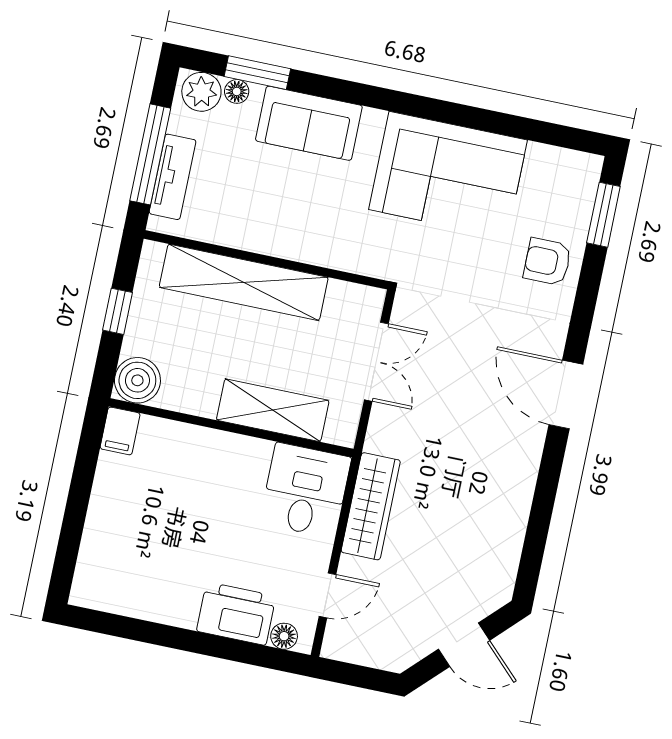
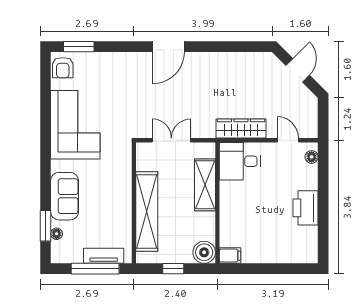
plant: (201, 92) -> (60, 251), removed
armchair: (547, 262) -> (63, 68), moved
printer: (236, 614) -> (306, 208), moved

